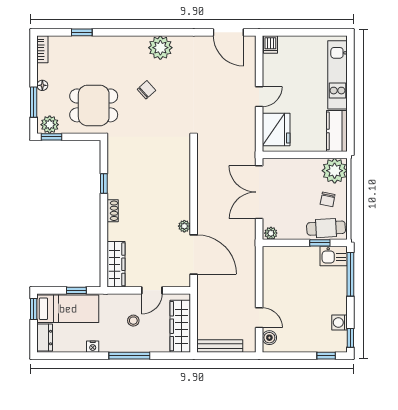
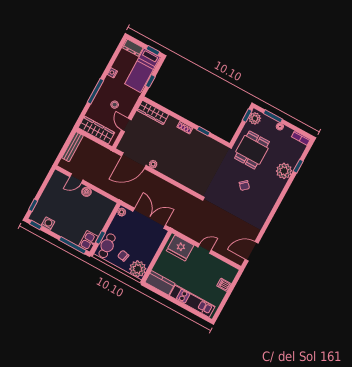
dishwasher: (270, 45) -> (224, 285), moved
plant: (160, 48) -> (284, 171), moved
door: (259, 97) -> (205, 249), swing flipped
boiler: (269, 338) -> (86, 192), moved

